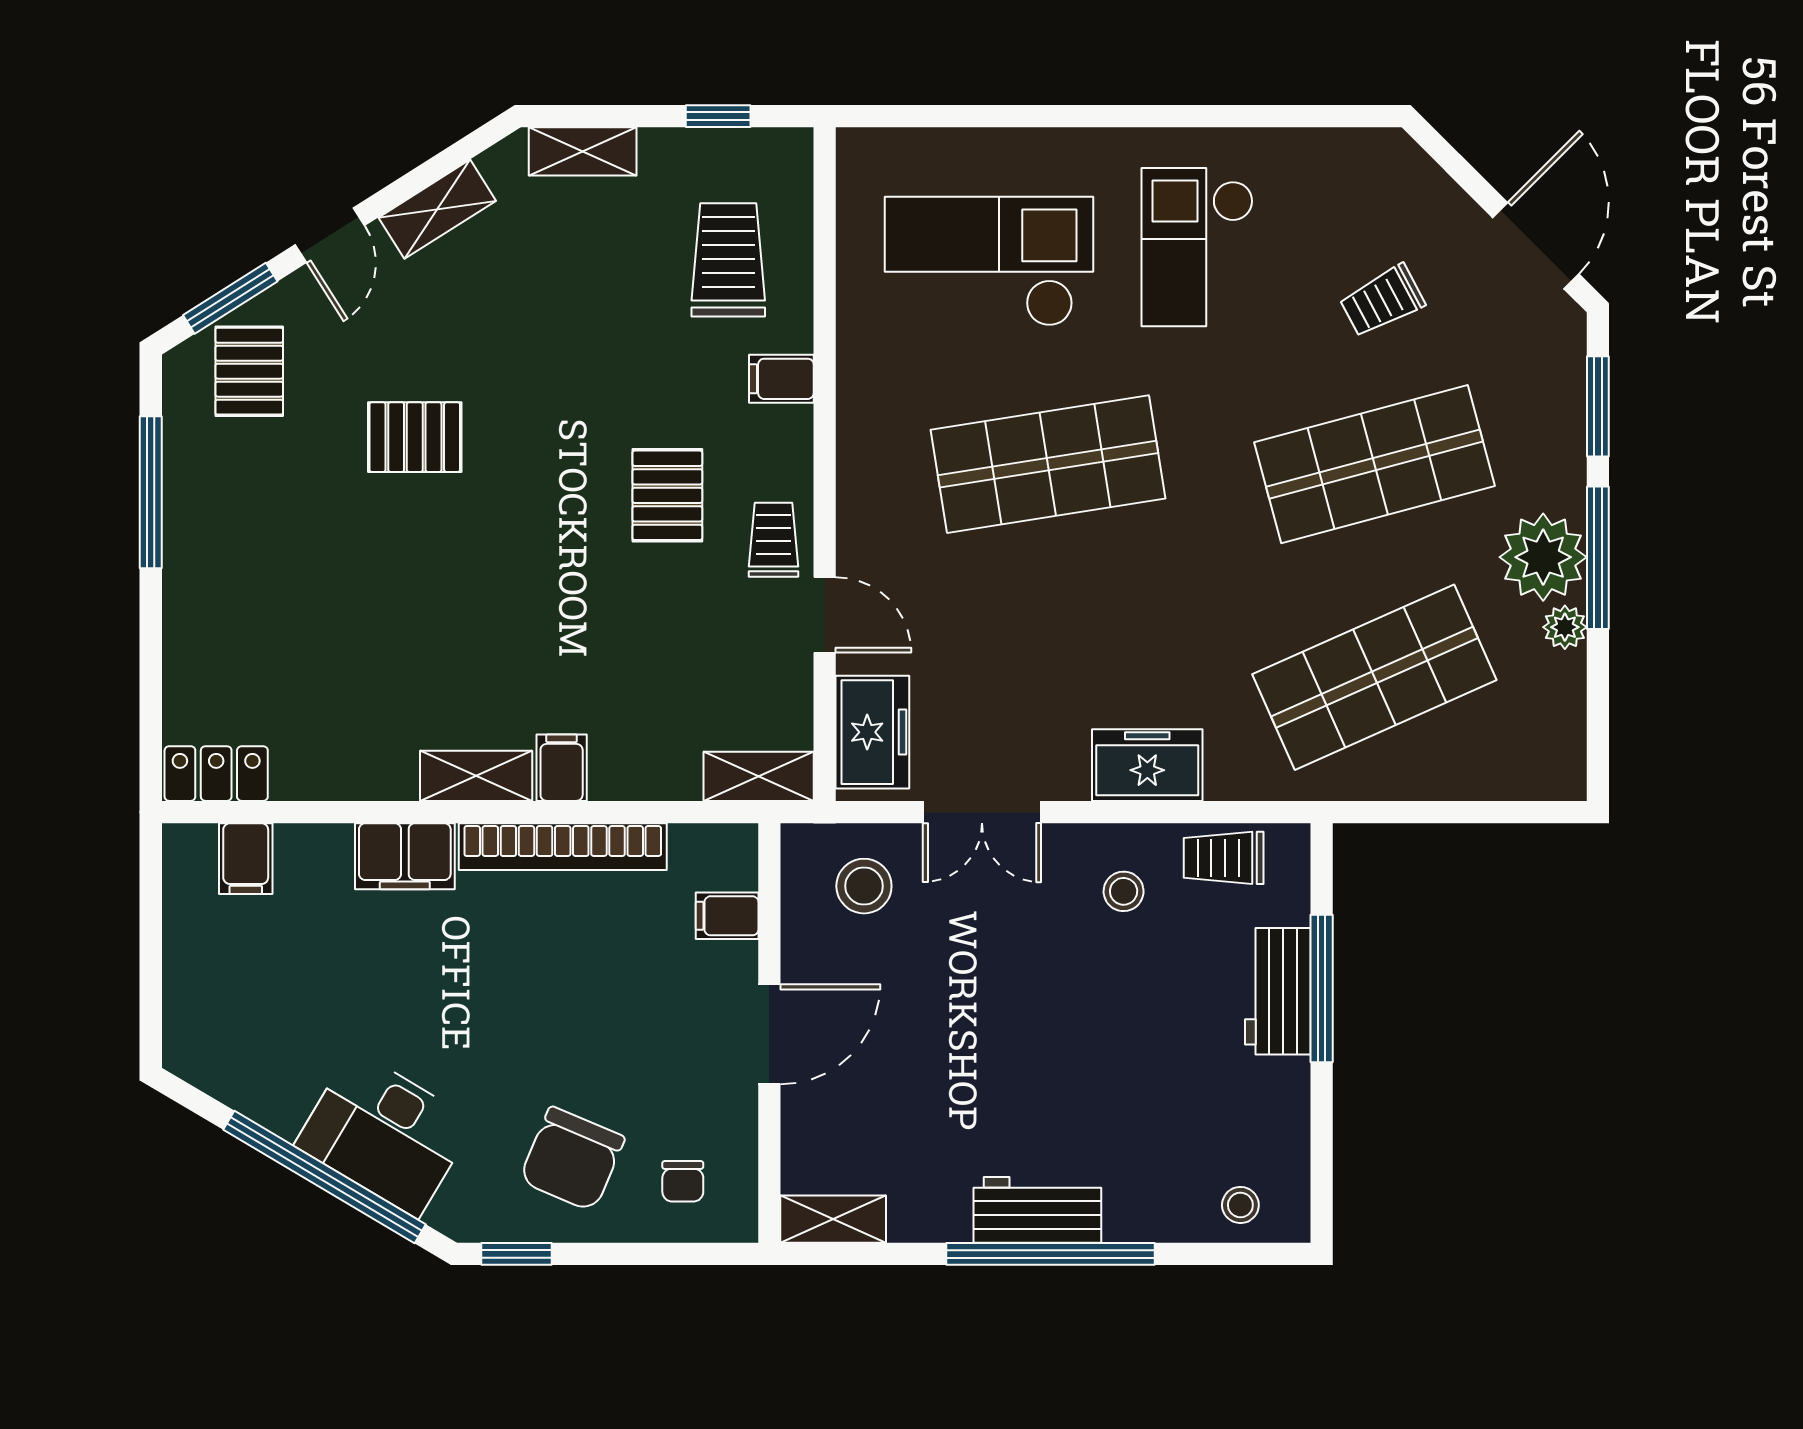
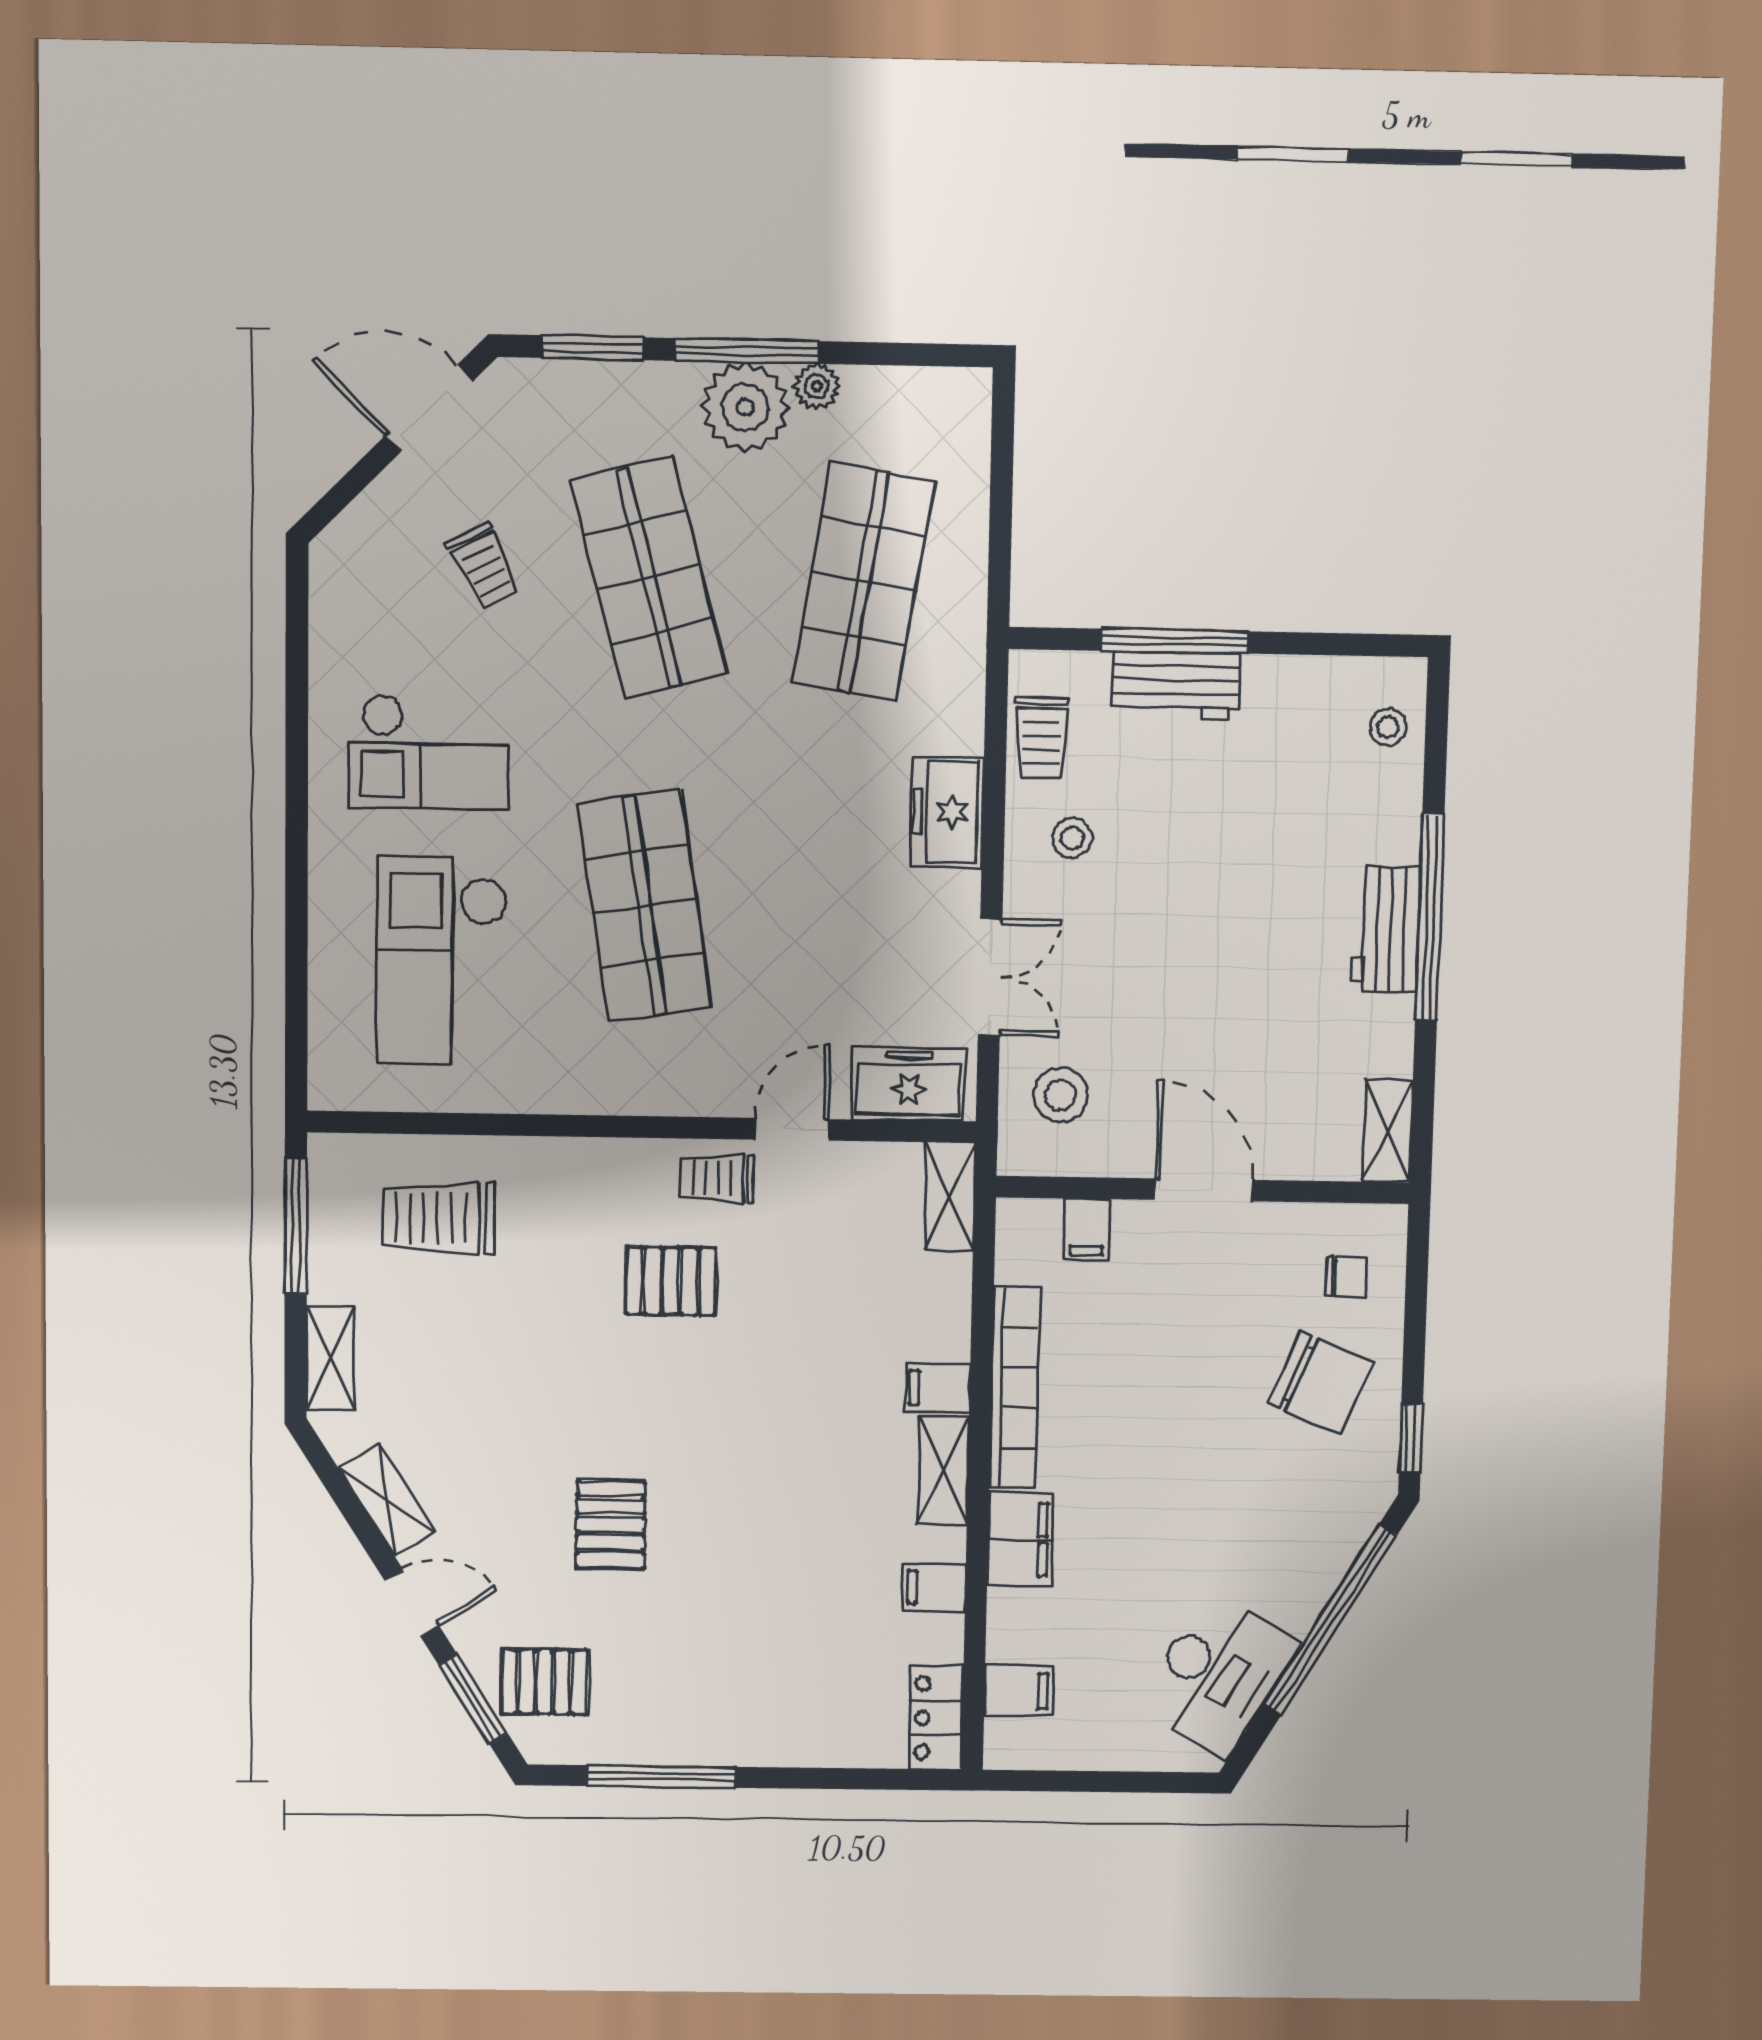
window: (718, 116) -> (296, 1226), width x2.17
filing cabinet: (781, 379) -> (934, 1587), moved, turned 90
shop shelf: (1374, 677) -> (864, 582), turned 33
desk: (385, 1133) -> (1218, 1674), moved

